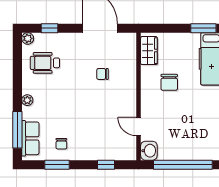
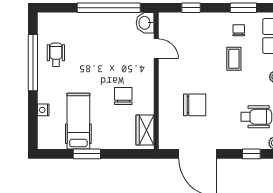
chair: (103, 74) -> (195, 105), width x1.87, depth x1.87
coffee table: (66, 117) -> (234, 59), added

